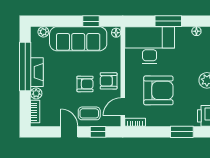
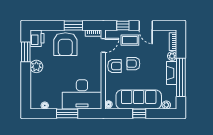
window: (91, 21) -> (139, 113), moved
armchair: (158, 90) -> (65, 44), moved, turned -90
window: (182, 132) -> (73, 26), moved

